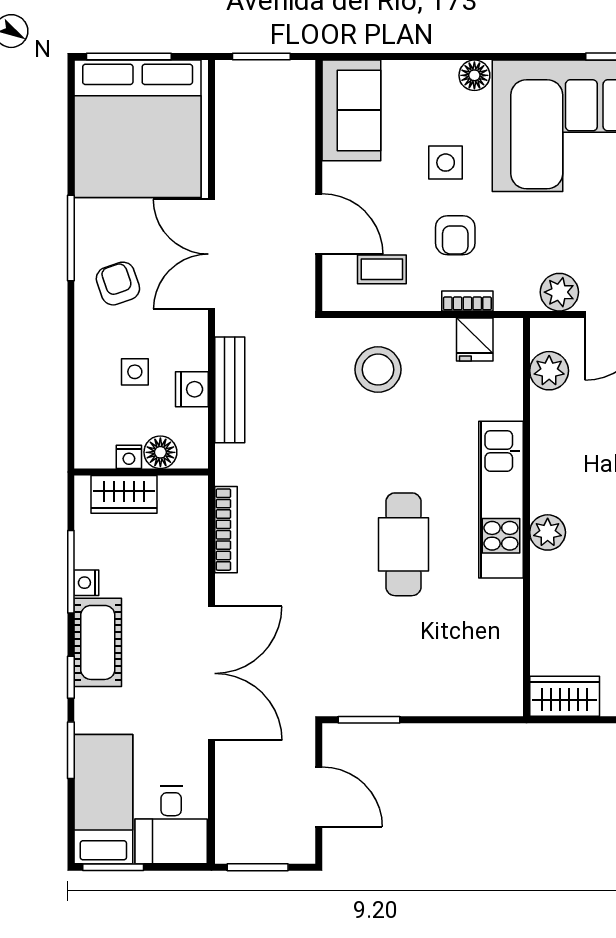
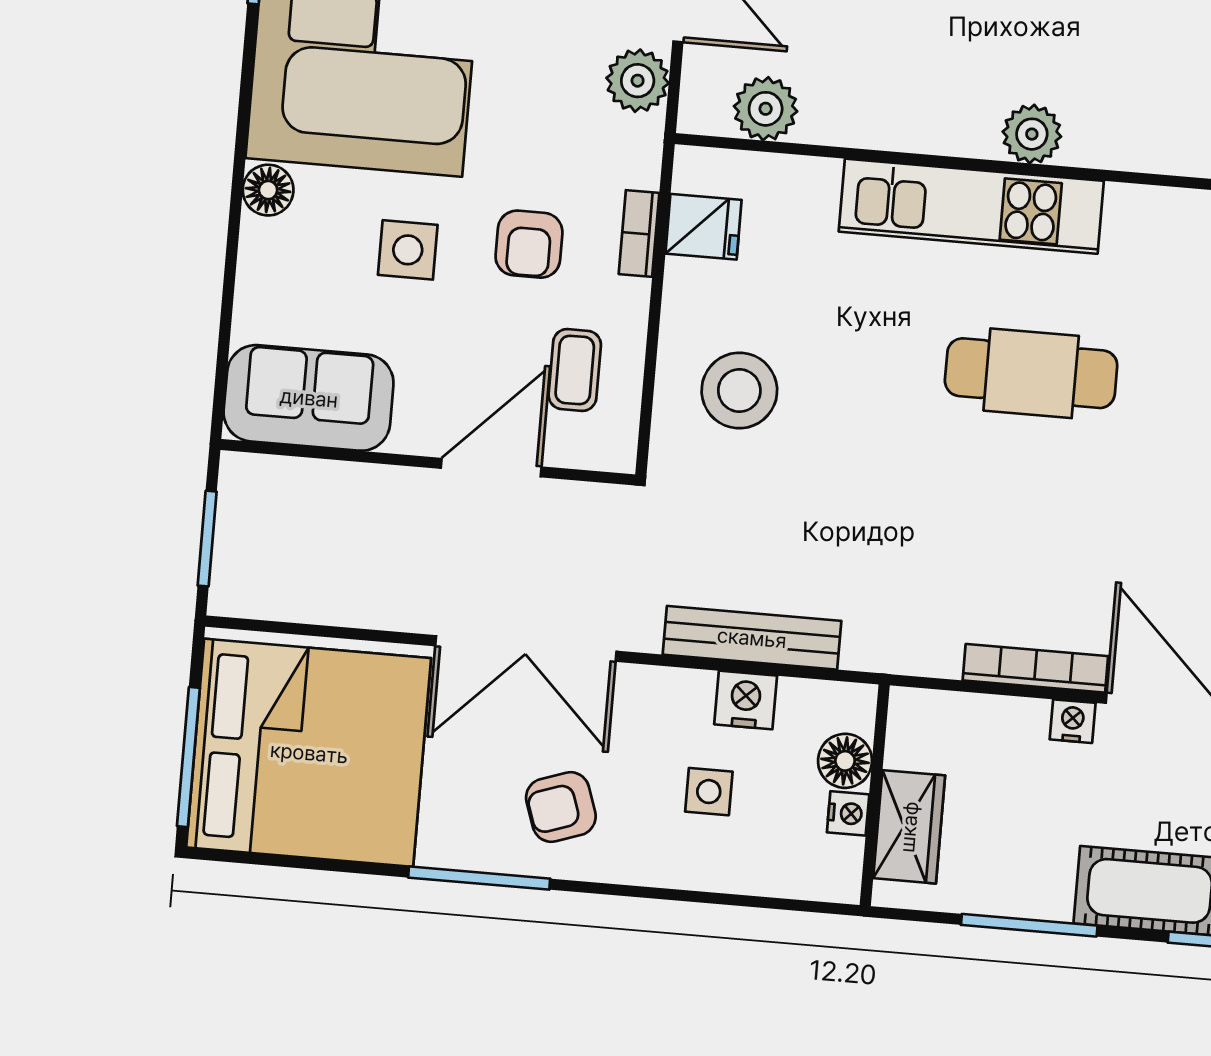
armchair: (455, 235) -> (529, 244), turned 90
bookcase: (226, 530) -> (1035, 668), moved
nightstand: (86, 583) -> (1073, 721), moved, turned 180

